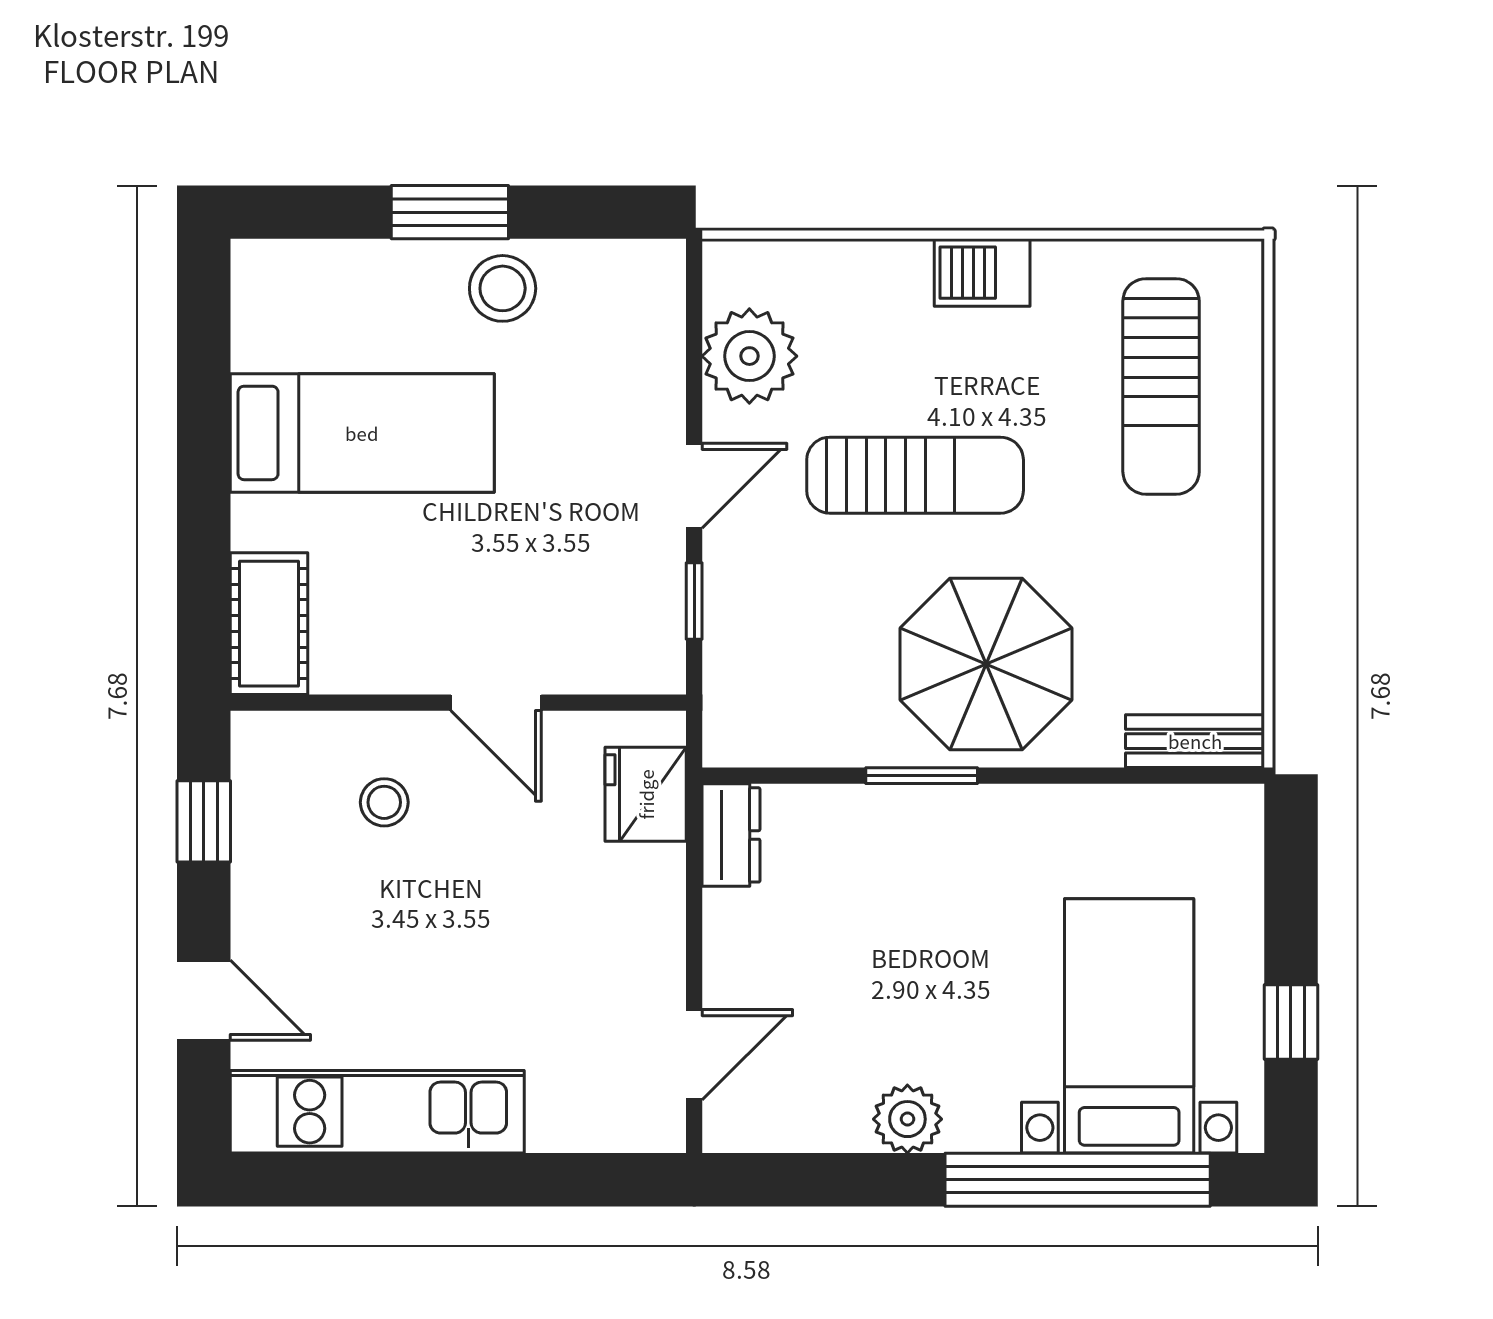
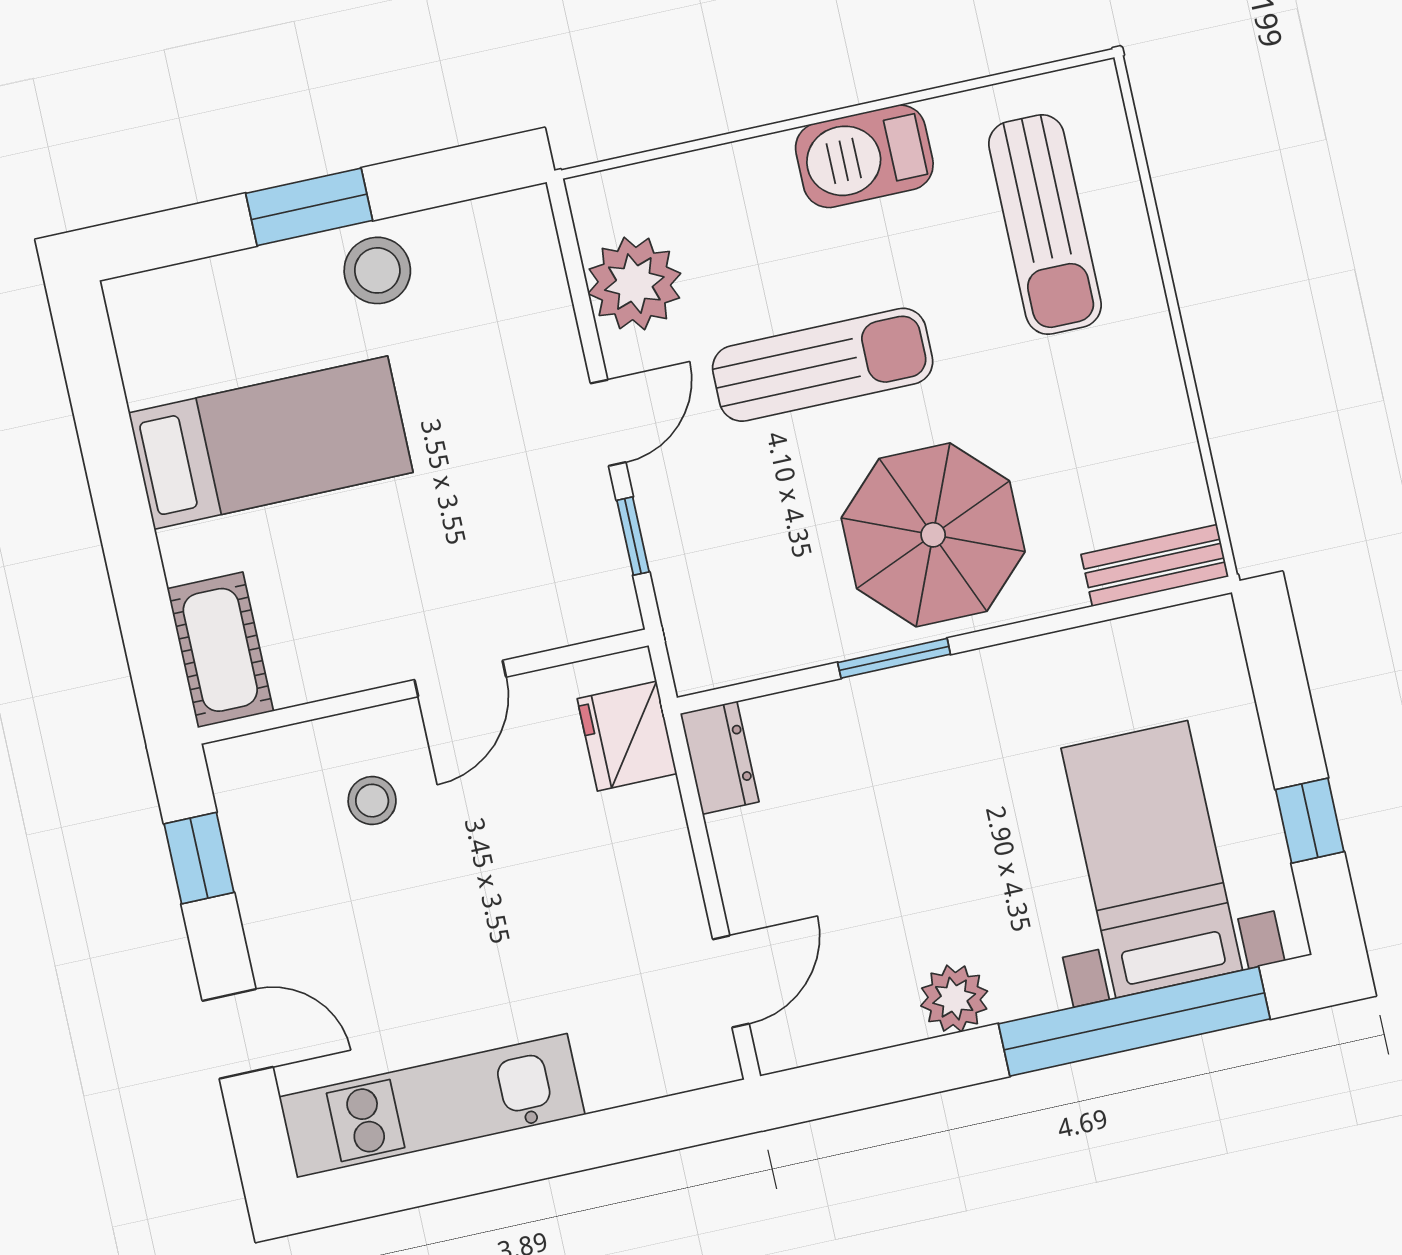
barbecue: (982, 273) -> (864, 156), width x1.38, depth x1.27
door: (496, 703) -> (460, 678), hinge flipped

